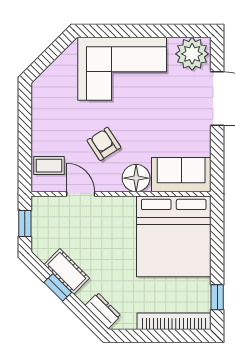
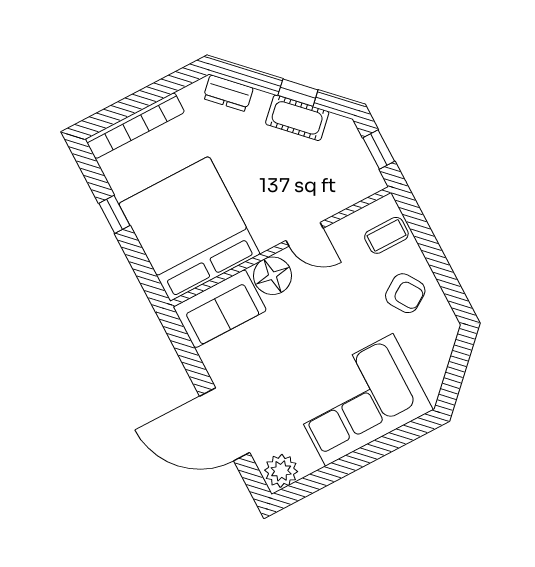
plant: (192, 54) -> (281, 471), width x0.73, depth x0.73
armchair: (104, 144) -> (405, 293), moved
door: (81, 194) -> (305, 234), moved
window: (217, 297) -> (114, 214), moved

